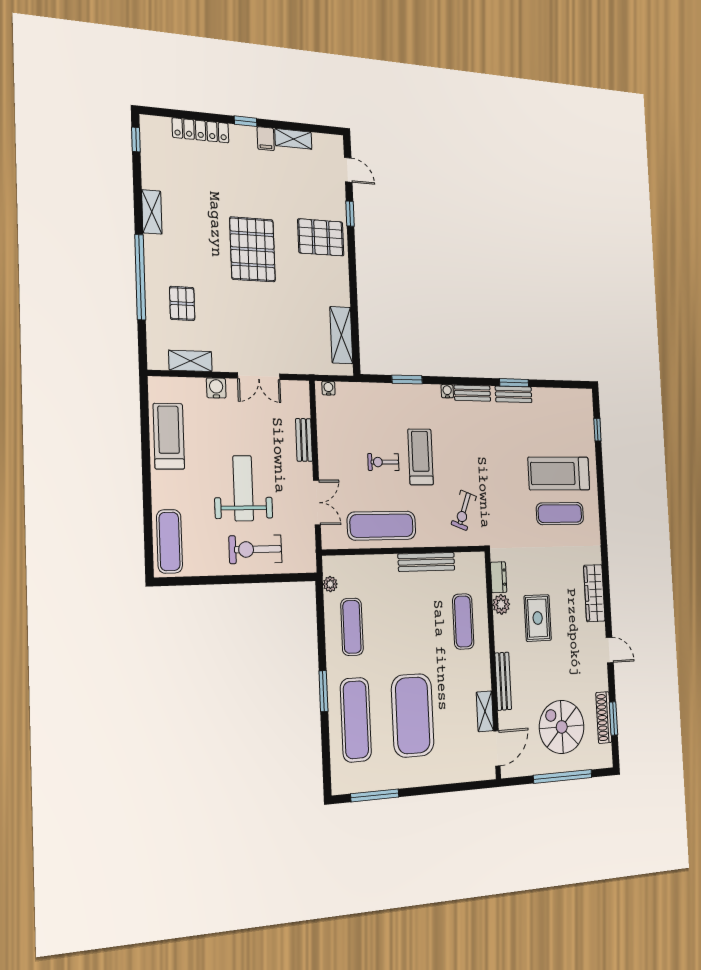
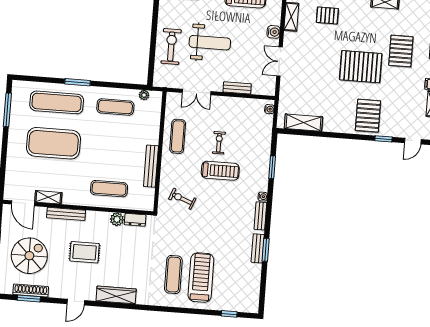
pallet: (223, 187) -> (401, 51), added
exercise mat: (382, 526) -> (178, 136), width x0.73, depth x0.69
rug: (538, 618) -> (84, 252), moved

